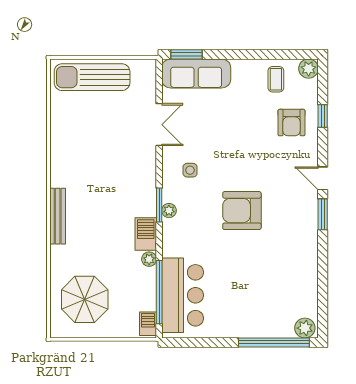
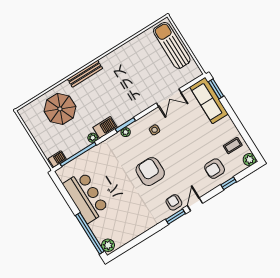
armchair: (303, 205) -> (174, 202), added
bar counter: (183, 295) -> (86, 197), moved, turned -90
parasol: (85, 299) -> (60, 109), moved

